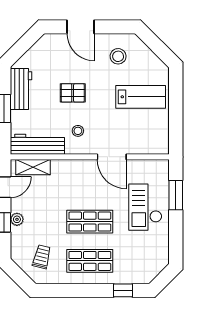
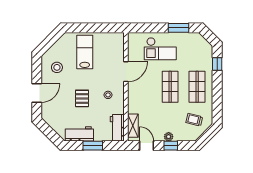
workbench: (37, 144) -> (117, 128), width x0.73
window: (176, 195) -> (178, 28), moved

